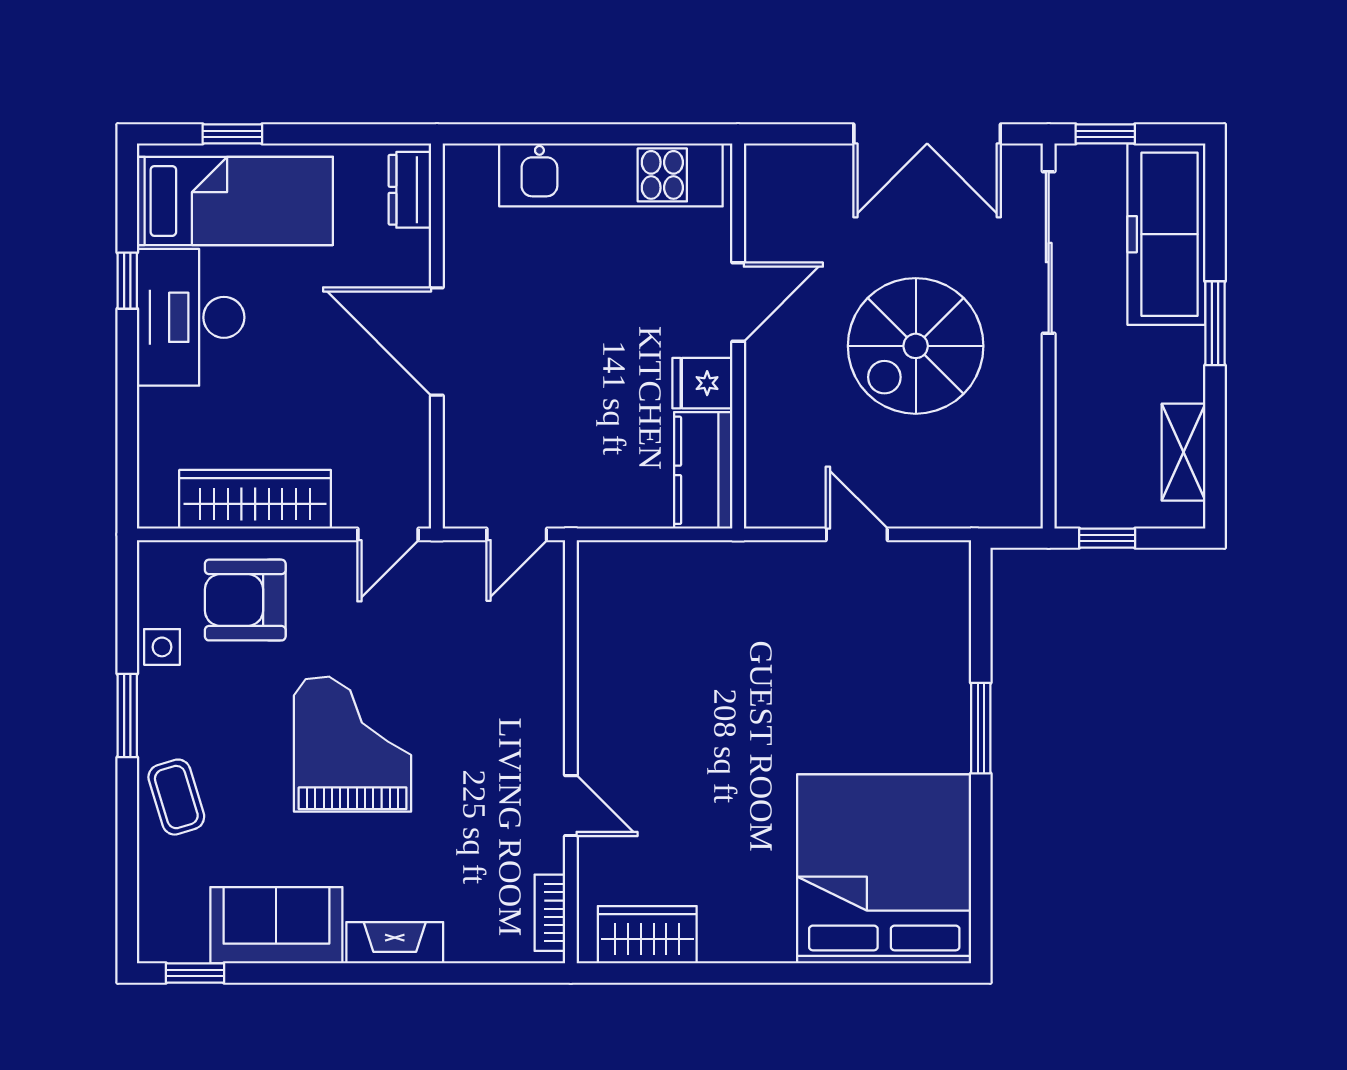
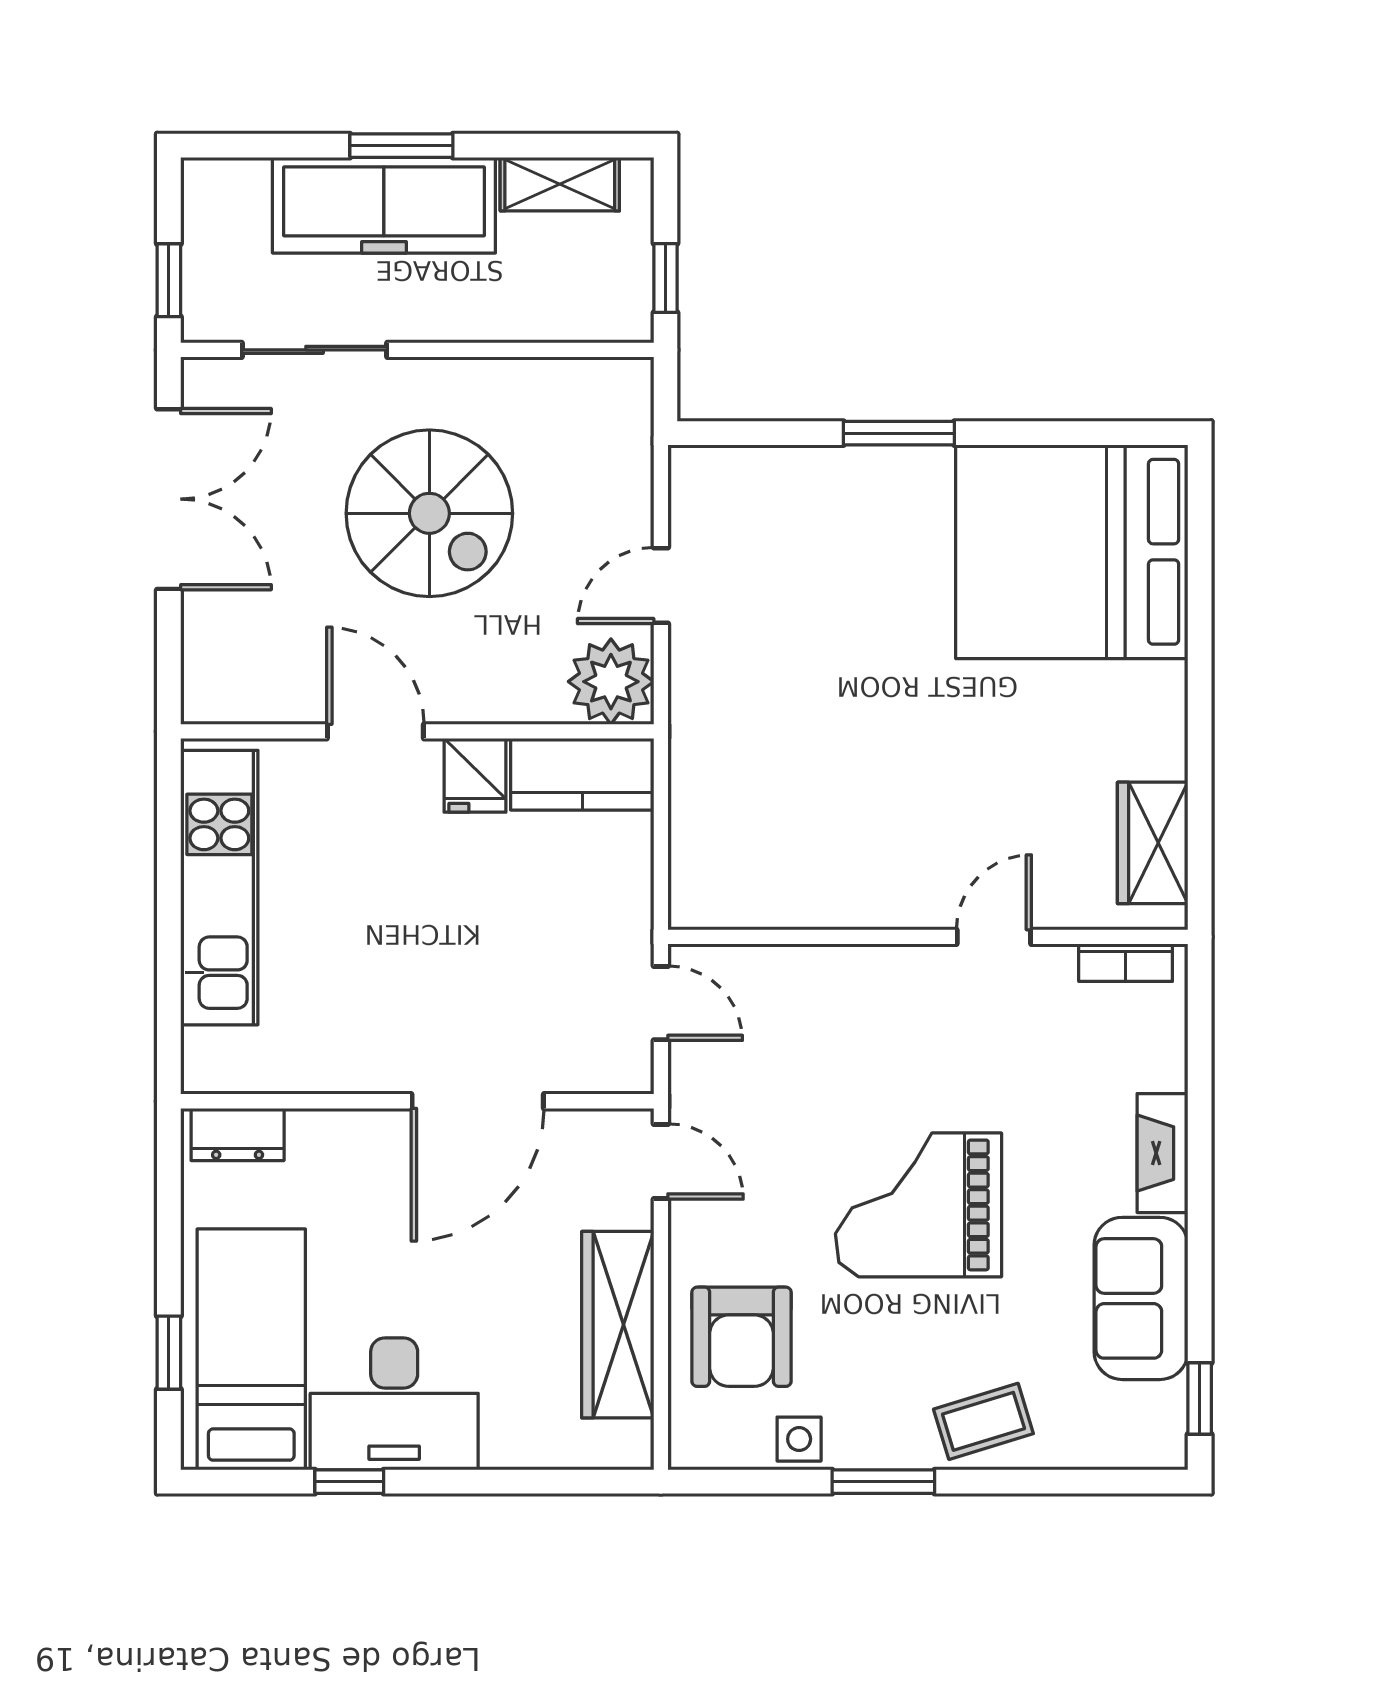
freezer: (1166, 234) -> (384, 205), moved
sliding door: (1049, 252) -> (315, 350), width x0.73
door: (437, 341) -> (478, 1101), moved
plant: (779, 494) -> (611, 682), added

